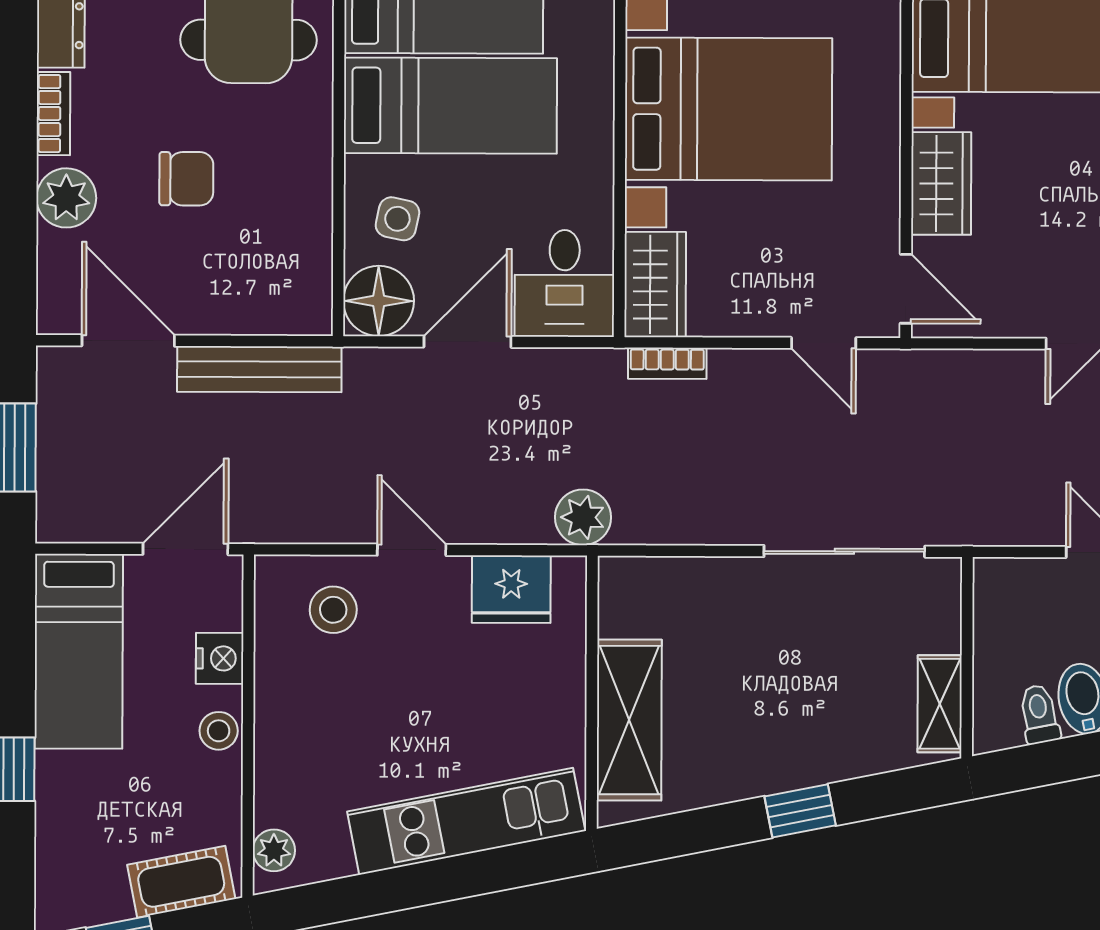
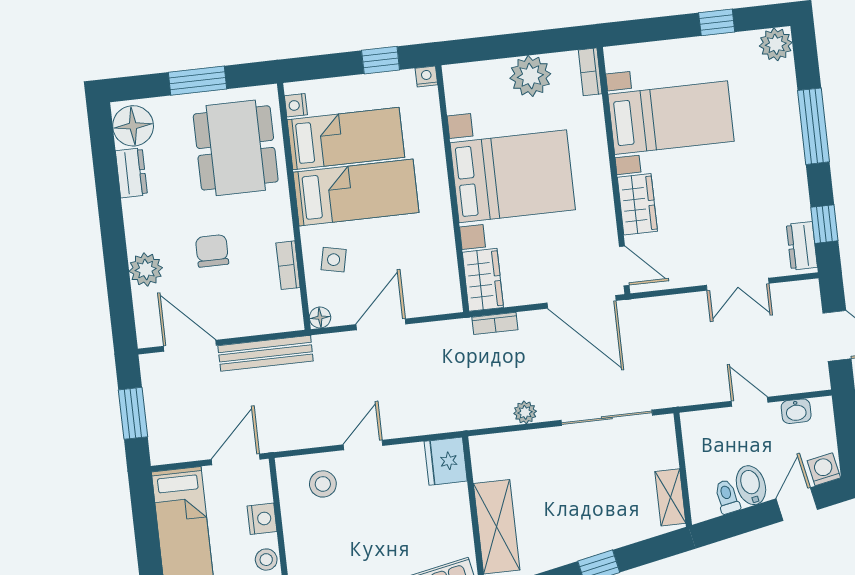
bookcase: (53, 114) -> (288, 265), moved, turned 180
chair: (186, 179) -> (212, 251), turned -90
desk: (565, 283) -> (432, 285), removed
floor lamp: (379, 301) -> (320, 318), width x0.53, depth x0.53
door: (824, 343) -> (582, 302), width x1.88
plant: (583, 517) -> (525, 412), moved, width x0.73, depth x0.73
door: (412, 550) -> (363, 445), hinge flipped
fridge: (511, 589) -> (446, 461), moved, turned 90

